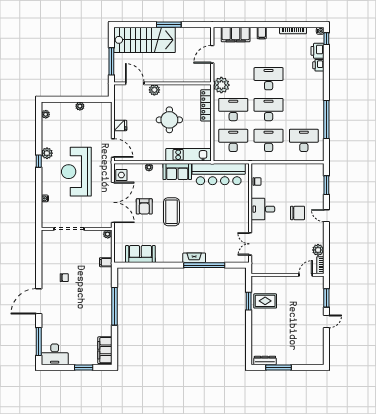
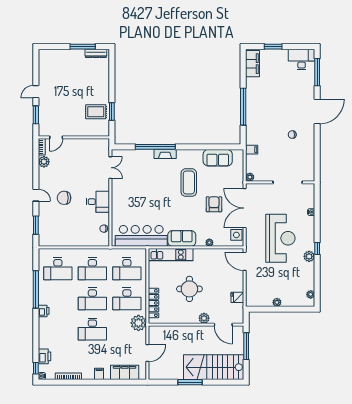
printer: (318, 65) -> (44, 311), moved
fridge: (120, 126) -> (237, 297), moved
coffee table: (171, 212) -> (189, 183), moved

